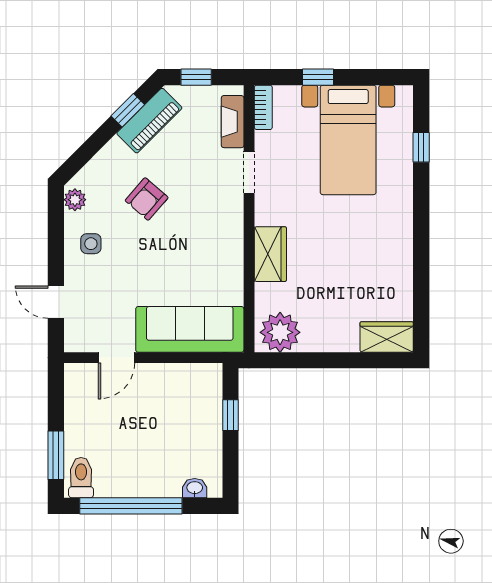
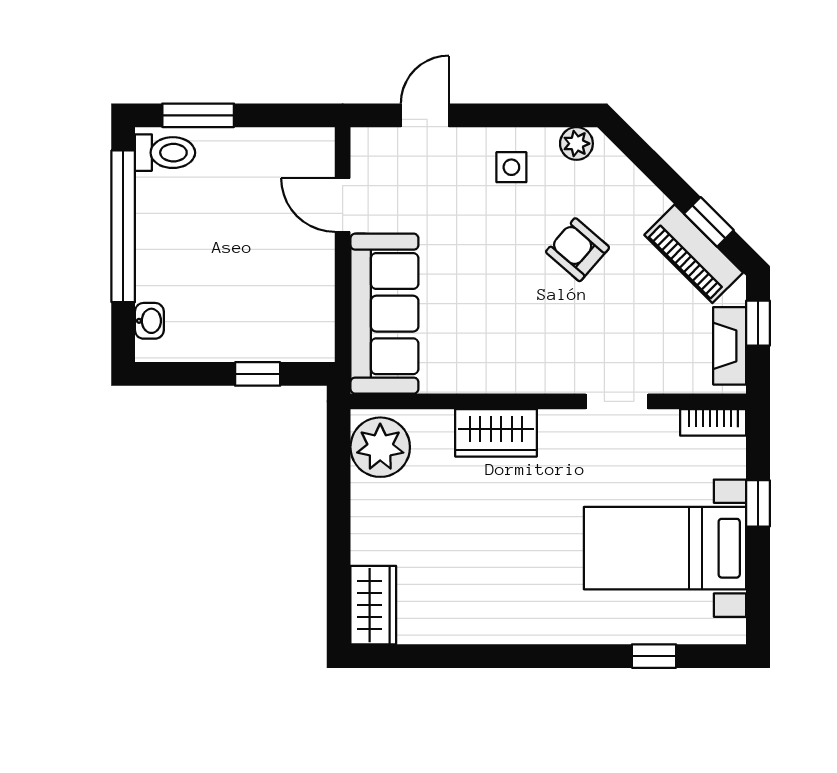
fireplace: (233, 122) -> (730, 346), moved, turned -90

